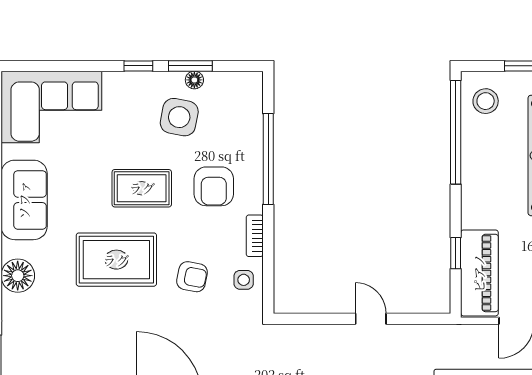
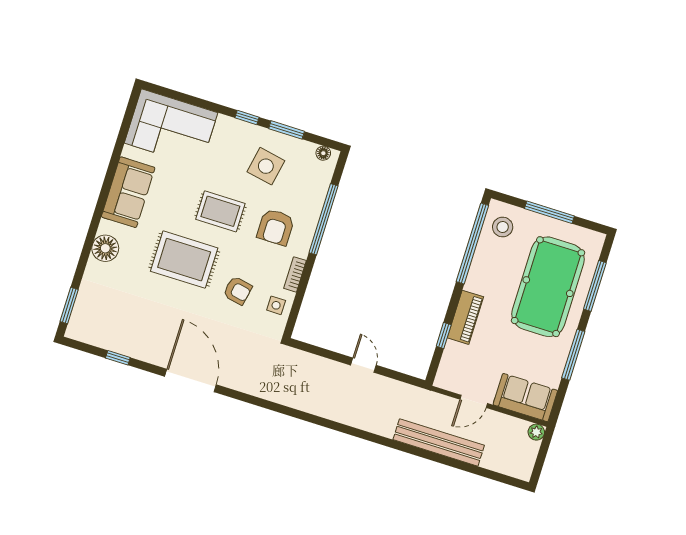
floor lamp: (194, 80) -> (323, 153), moved
piano: (479, 273) -> (465, 317), moved, width x0.73, depth x0.75

